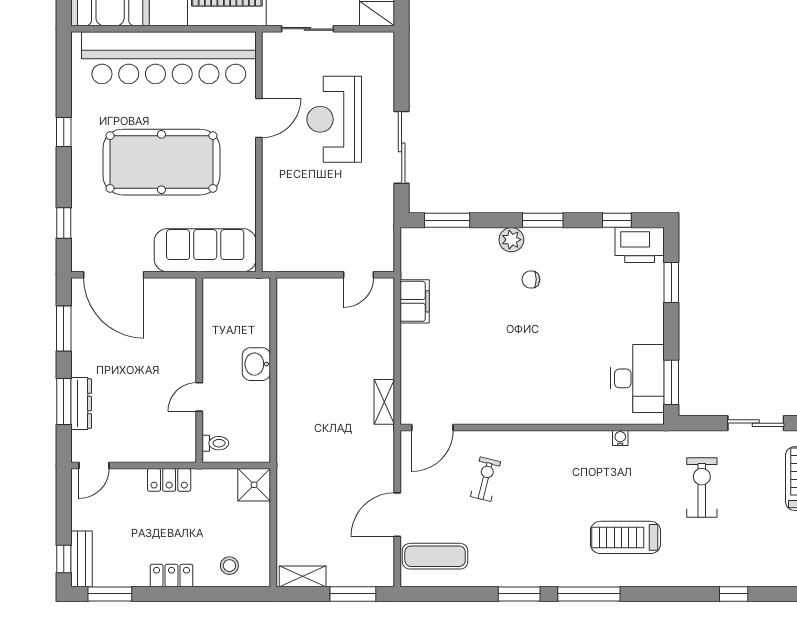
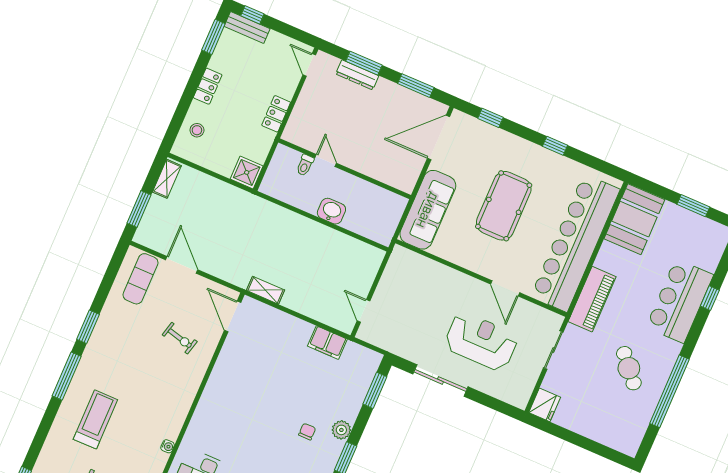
pool table: (161, 162) -> (504, 206), width x0.73, depth x0.76
toilet: (215, 443) -> (305, 165), moved

